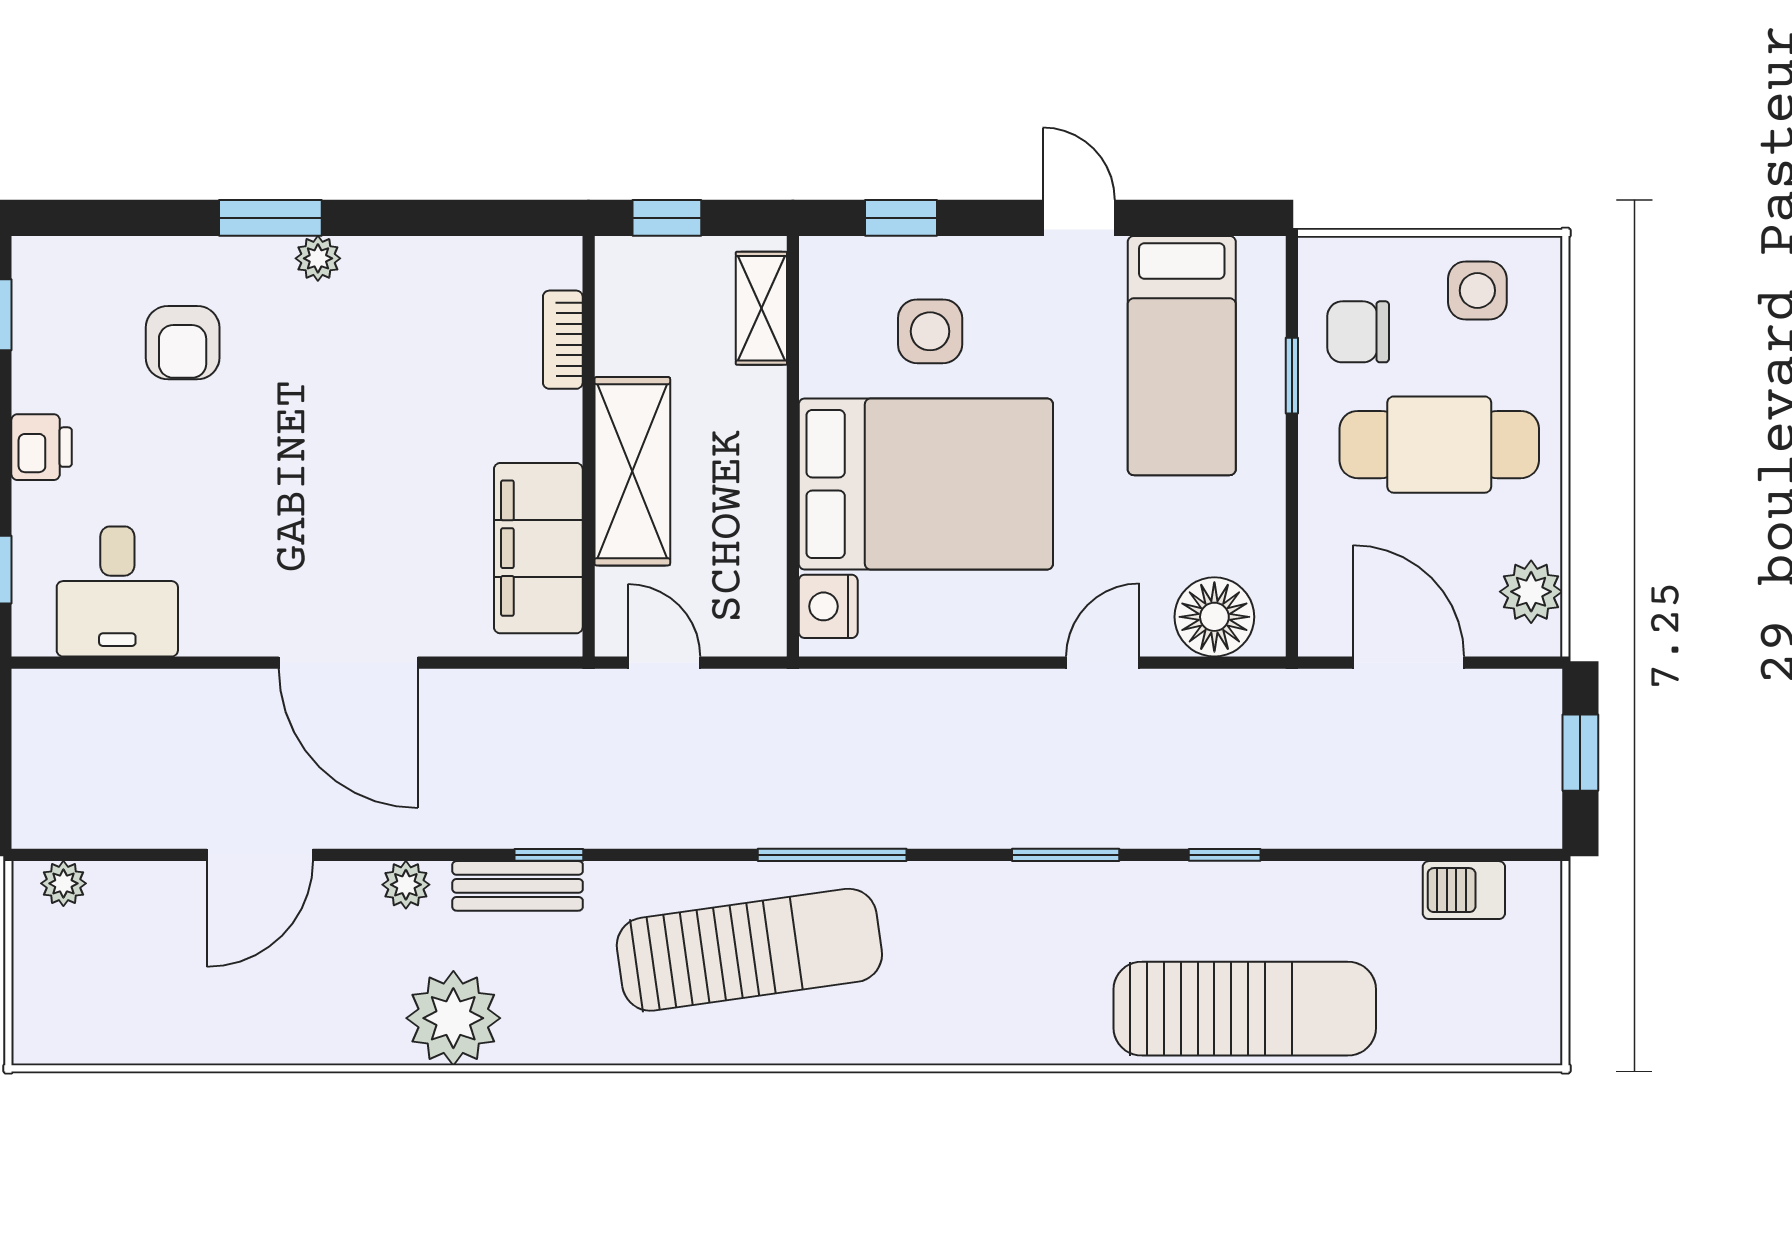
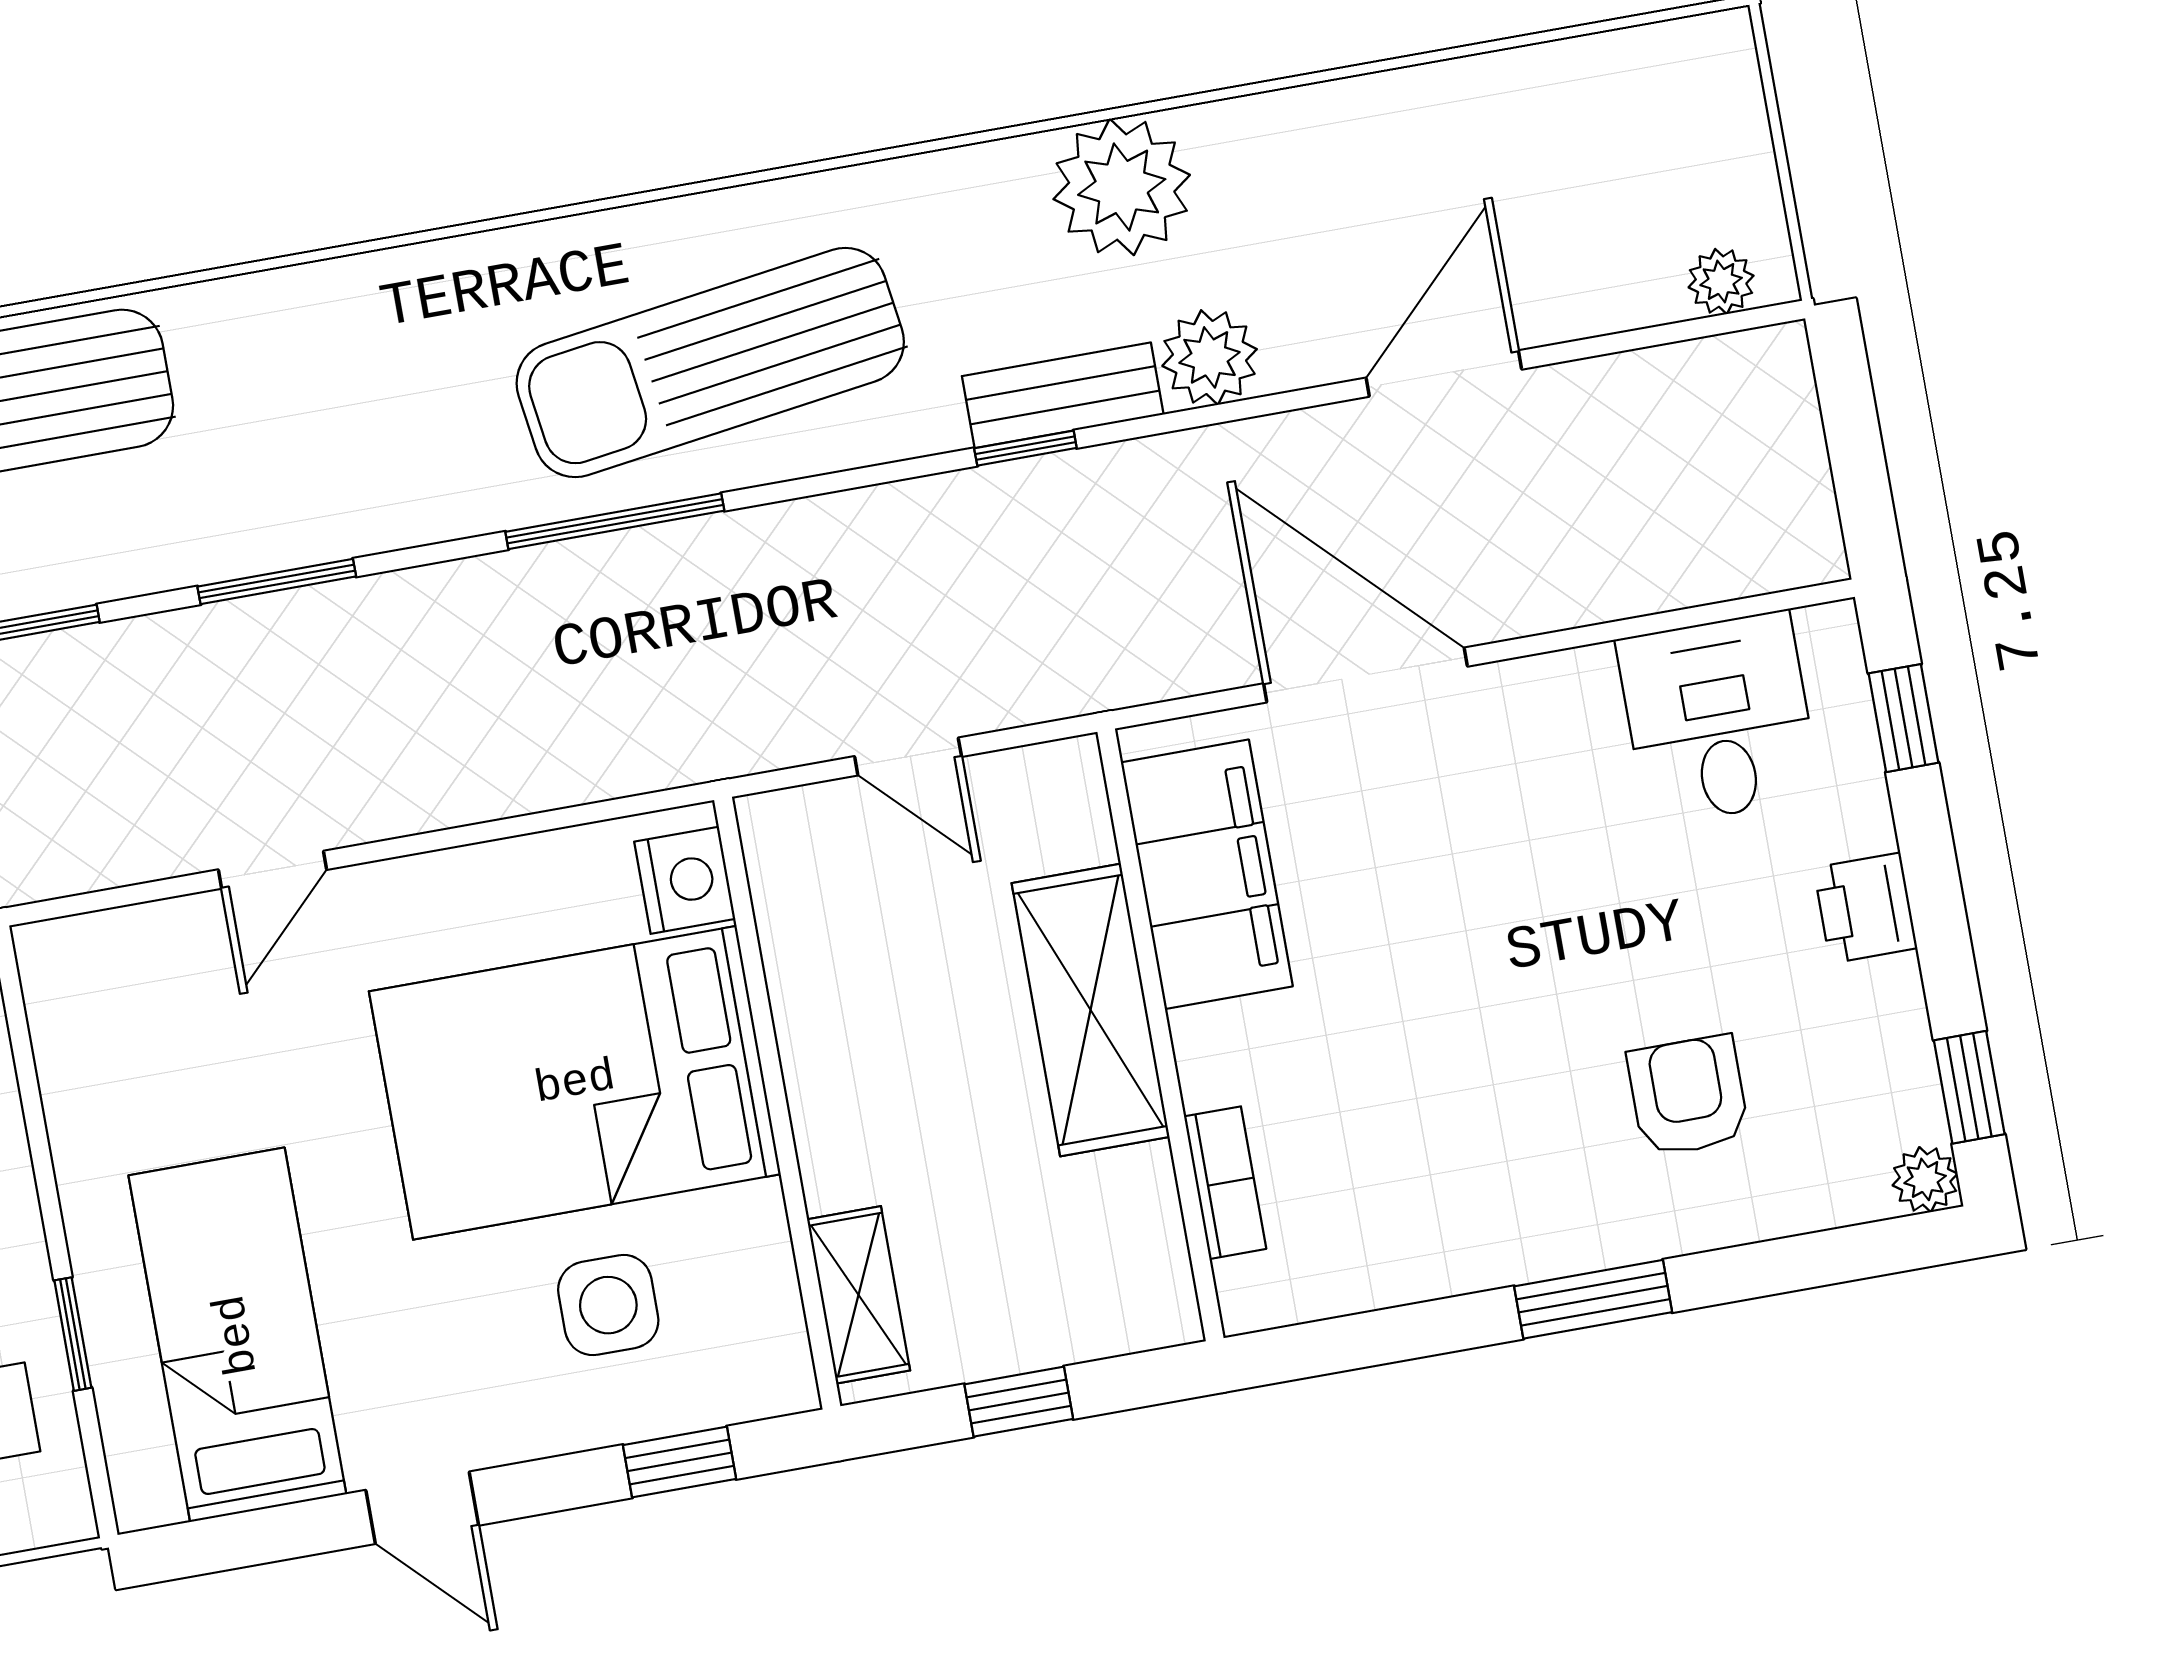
plant: (318, 258) -> (1925, 1179), moved
bookcase: (563, 340) -> (1225, 1183), moved
wall: (589, 446) -> (1160, 1035), moved
shelving: (632, 471) -> (1091, 1010), moved
filing cabinet: (538, 548) -> (1207, 874), moved
floor lamp: (1214, 617) -> (123, 965), removed
plant: (406, 885) -> (1210, 357), width x1.38, depth x1.38

